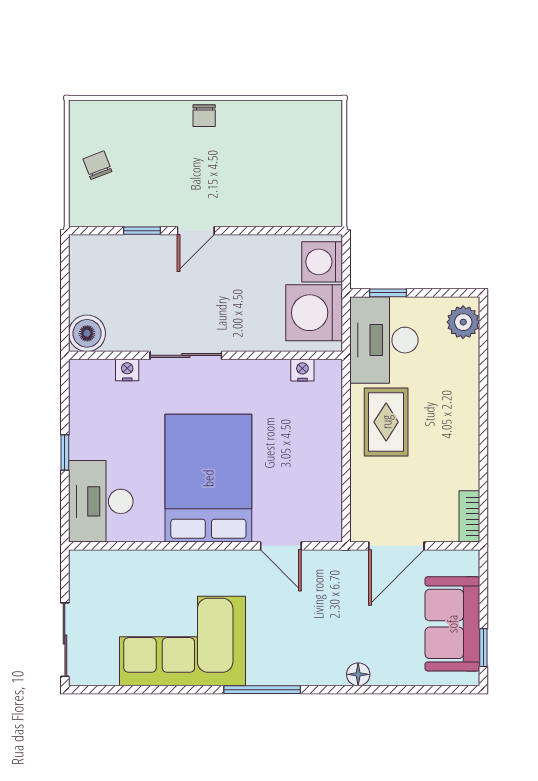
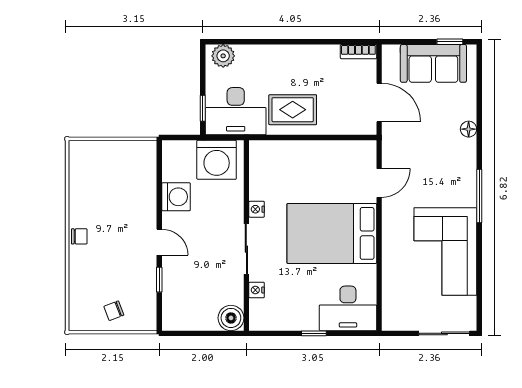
washing machine: (322, 262) -> (176, 197), moved, turned -90
nightstand: (302, 370) -> (257, 209), moved

